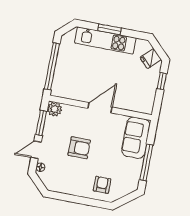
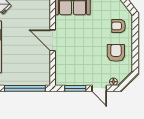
plant: (55, 109) -> (61, 79), removed
armchair: (79, 148) -> (116, 53), moved

